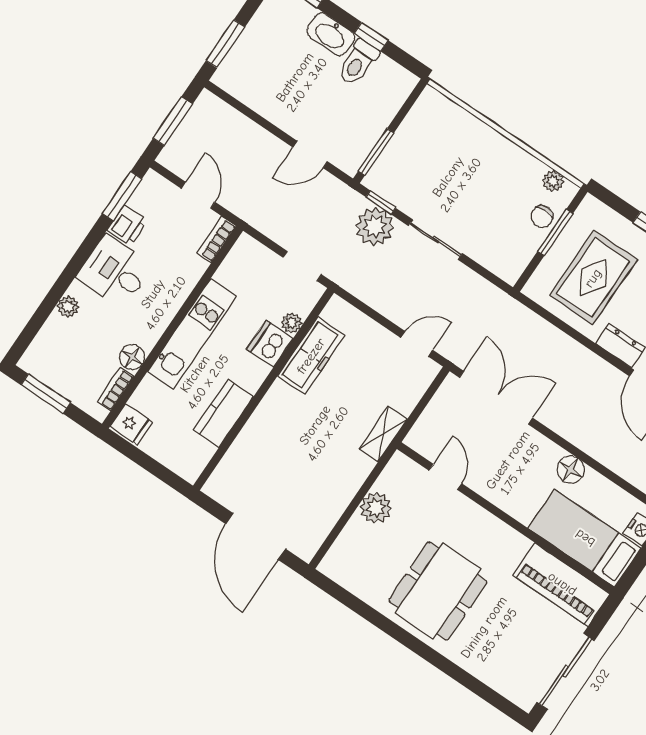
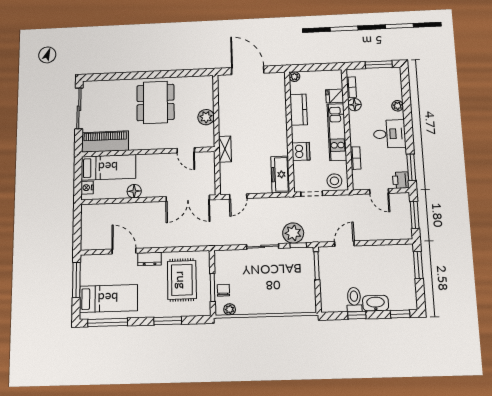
printer: (127, 226) -> (401, 180), moved
bookcase: (217, 239) -> (356, 158), moved
stool: (253, 261) -> (334, 181), added
plant: (292, 323) -> (294, 77), moved
freezer: (311, 356) -> (280, 174), moved
fridge: (131, 424) -> (335, 96), moved

